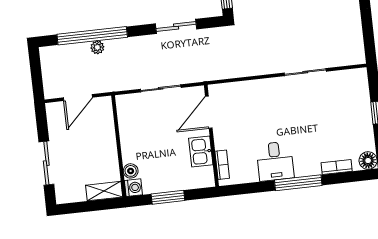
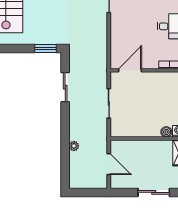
window: (92, 36) -> (65, 149), removed
door: (209, 112) -> (130, 70), swing flipped
kitchen sink: (201, 152) -> (158, 79), removed

